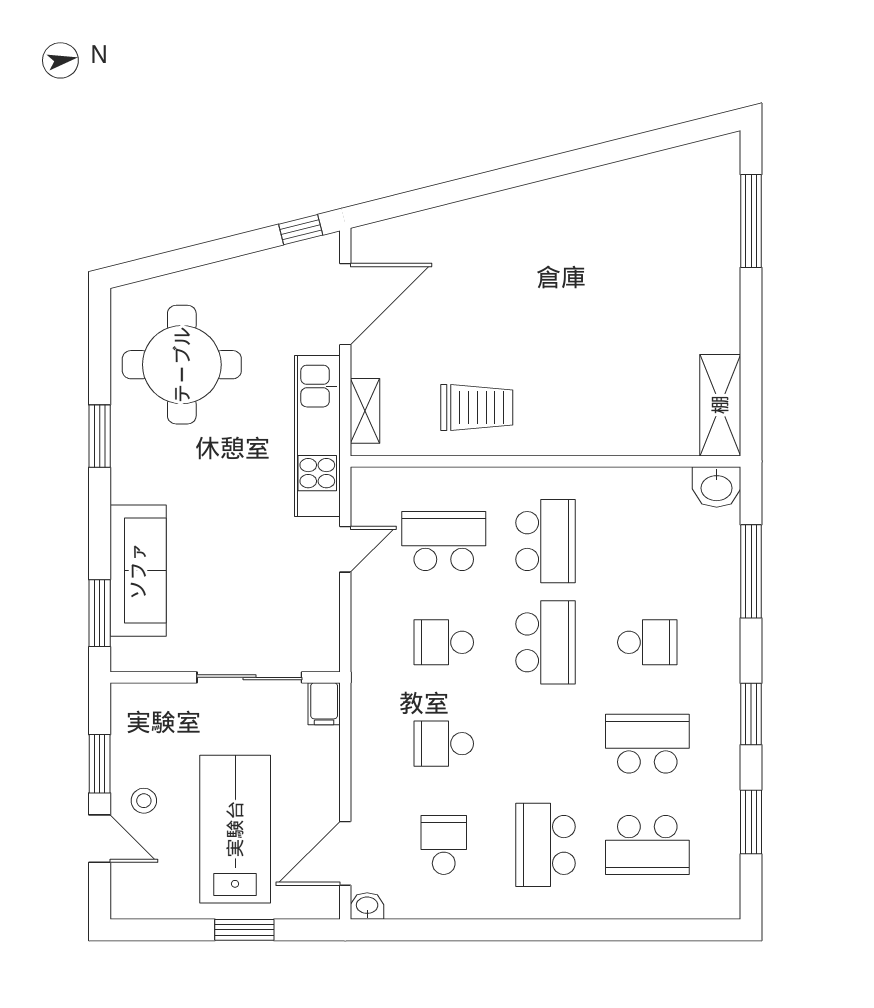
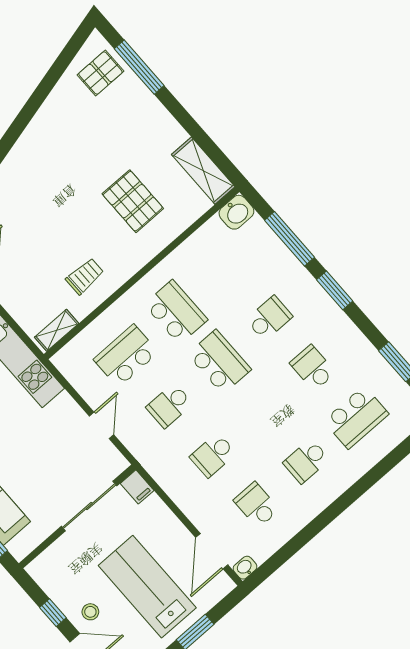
pallet: (700, 189) -> (100, 73), added
pallet: (608, 369) -> (133, 201), added
trolley: (477, 407) -> (85, 276), width x0.73, depth x0.72
shelving: (365, 411) -> (57, 330), moved, turned 90
door: (345, 549) -> (101, 425), moved
window: (751, 714) -> (335, 290), moved
school desk: (647, 744) -> (313, 368), width x0.54
window: (100, 764) -> (53, 613), width x0.67
school desk: (546, 845) -> (306, 461), width x0.54

